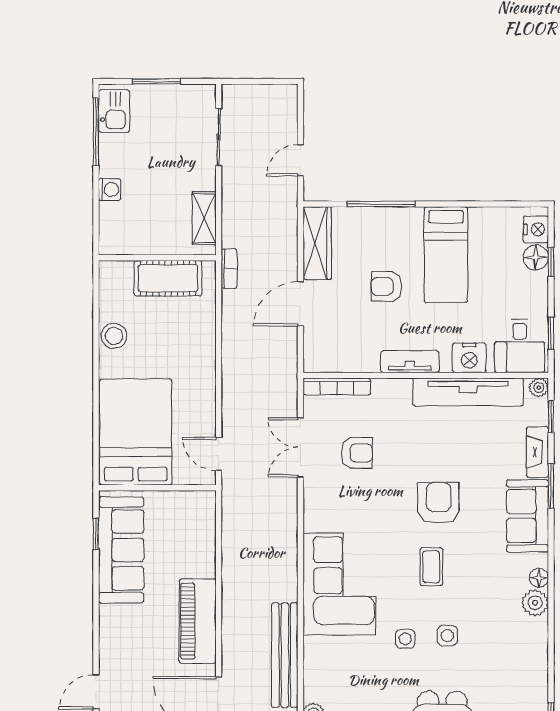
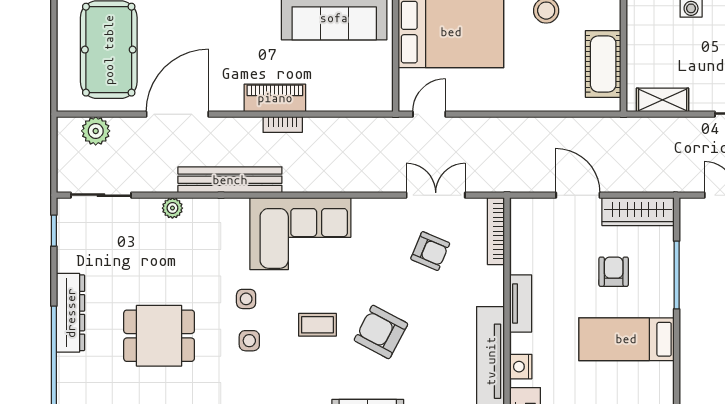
bookcase: (229, 269) -> (283, 125), moved
armchair: (386, 286) -> (614, 272), moved
nightstand: (469, 358) -> (521, 367), width x0.74, depth x0.75
armchair: (357, 453) -> (430, 251), turned -67
armchair: (439, 503) -> (381, 332), turned -152
piano: (198, 621) -> (275, 98), width x0.73, depth x0.75

